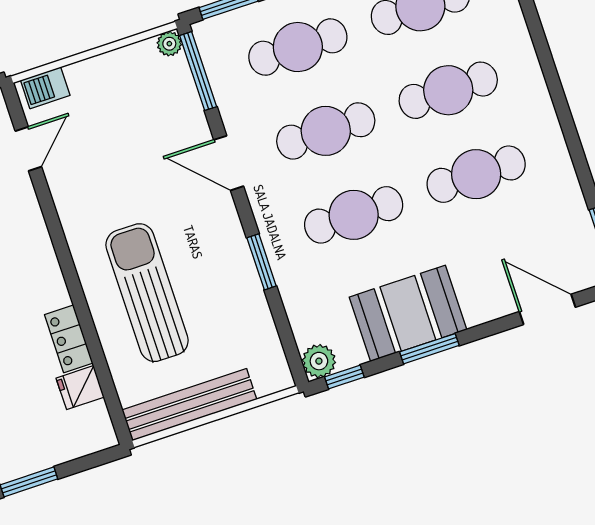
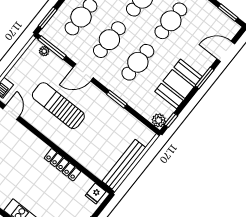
plant: (169, 44) -> (44, 51), moved
sun lounger: (147, 293) -> (58, 106), moved
locker: (69, 339) -> (62, 165), width x1.53
window: (429, 349) -> (205, 78), moved
fridge: (80, 388) -> (96, 193), moved

